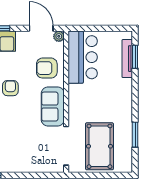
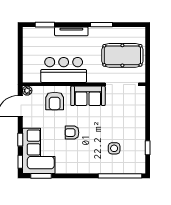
bar counter: (83, 57) -> (64, 70), moved
tv unit: (127, 59) -> (71, 31), moved
window: (135, 135) -> (101, 25), moved

